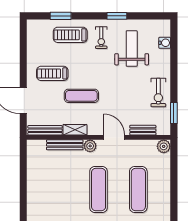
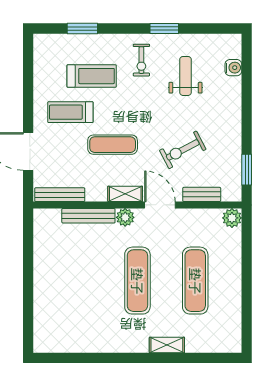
treadmill: (70, 35) -> (92, 76), moved, turned 180
weight bench: (132, 49) -> (185, 76), width x0.73, depth x0.75
exercise bike: (158, 92) -> (183, 150), moved, turned 62
shelving: (75, 130) -> (125, 194), moved

